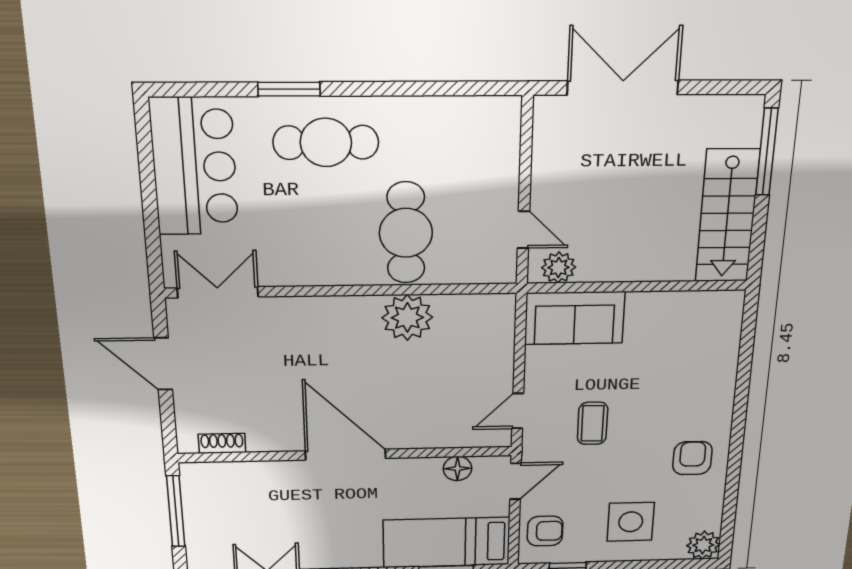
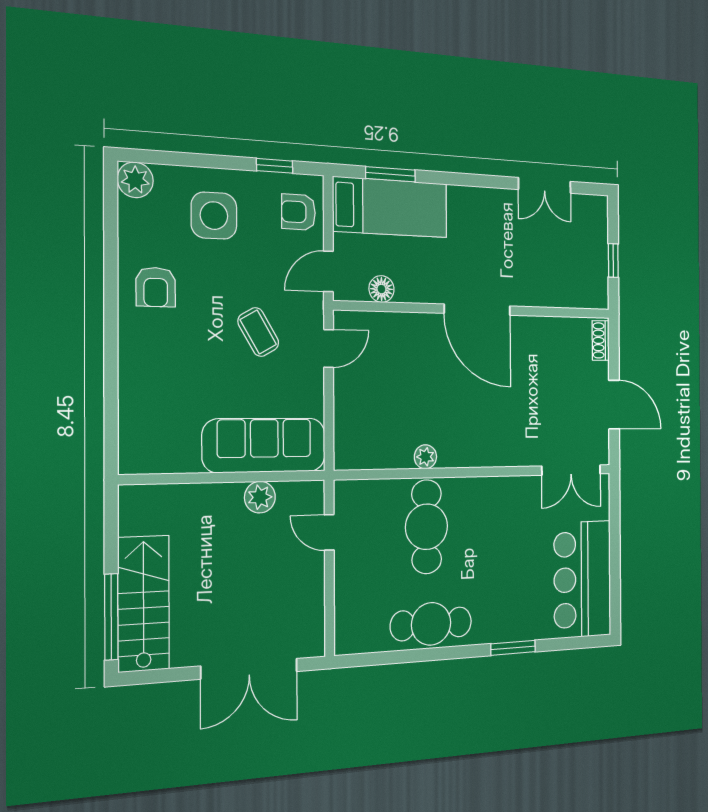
cafe table: (326, 142) -> (431, 624), moved
stairs: (727, 216) -> (144, 603), moved
plant: (559, 267) -> (260, 497), moved
plant: (407, 318) -> (425, 457), width x0.53, depth x0.53
sofa: (575, 318) -> (264, 445), width x1.36
coffee table: (593, 423) -> (258, 332), turned -30
shoe rack: (222, 443) -> (601, 340), moved, turned 90
window: (176, 511) -> (613, 261), width x0.46

